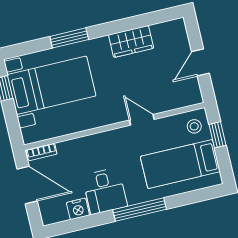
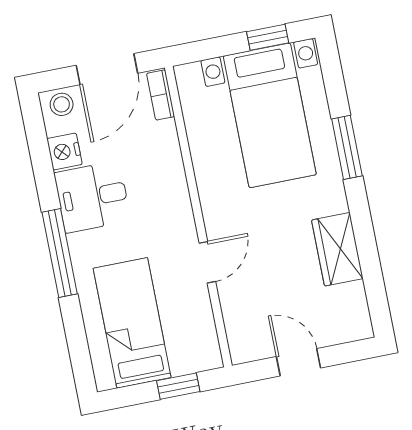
stool: (194, 126) -> (62, 104), moved

